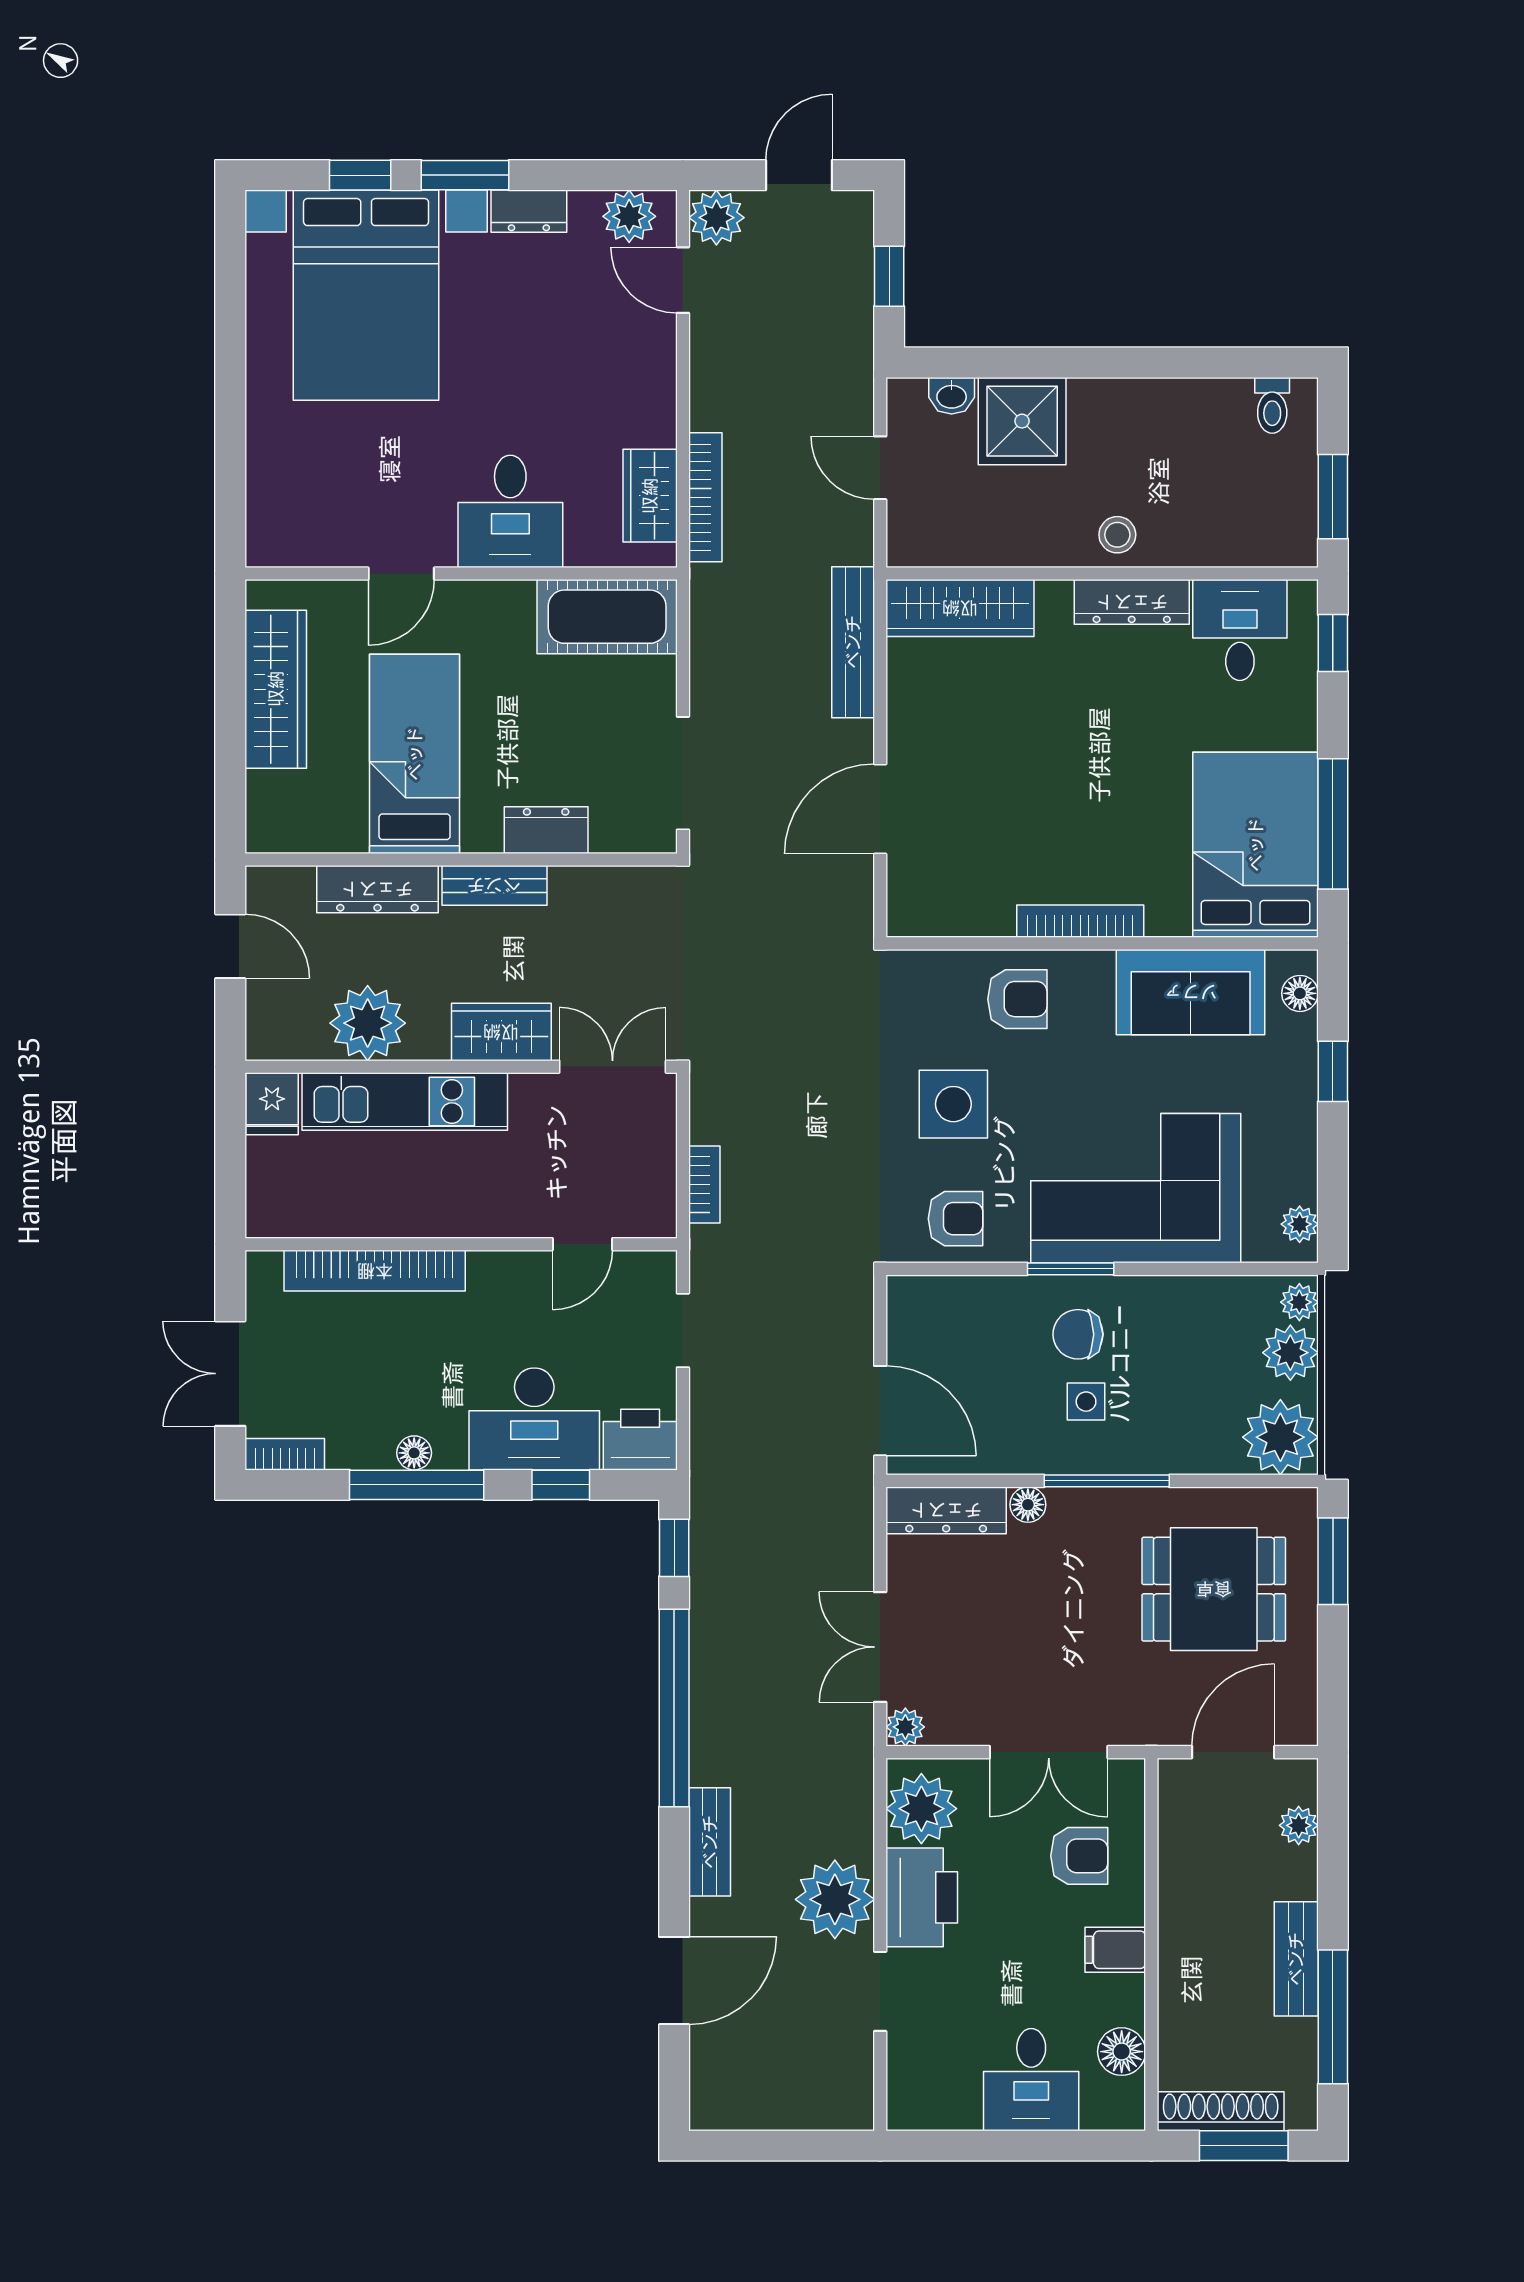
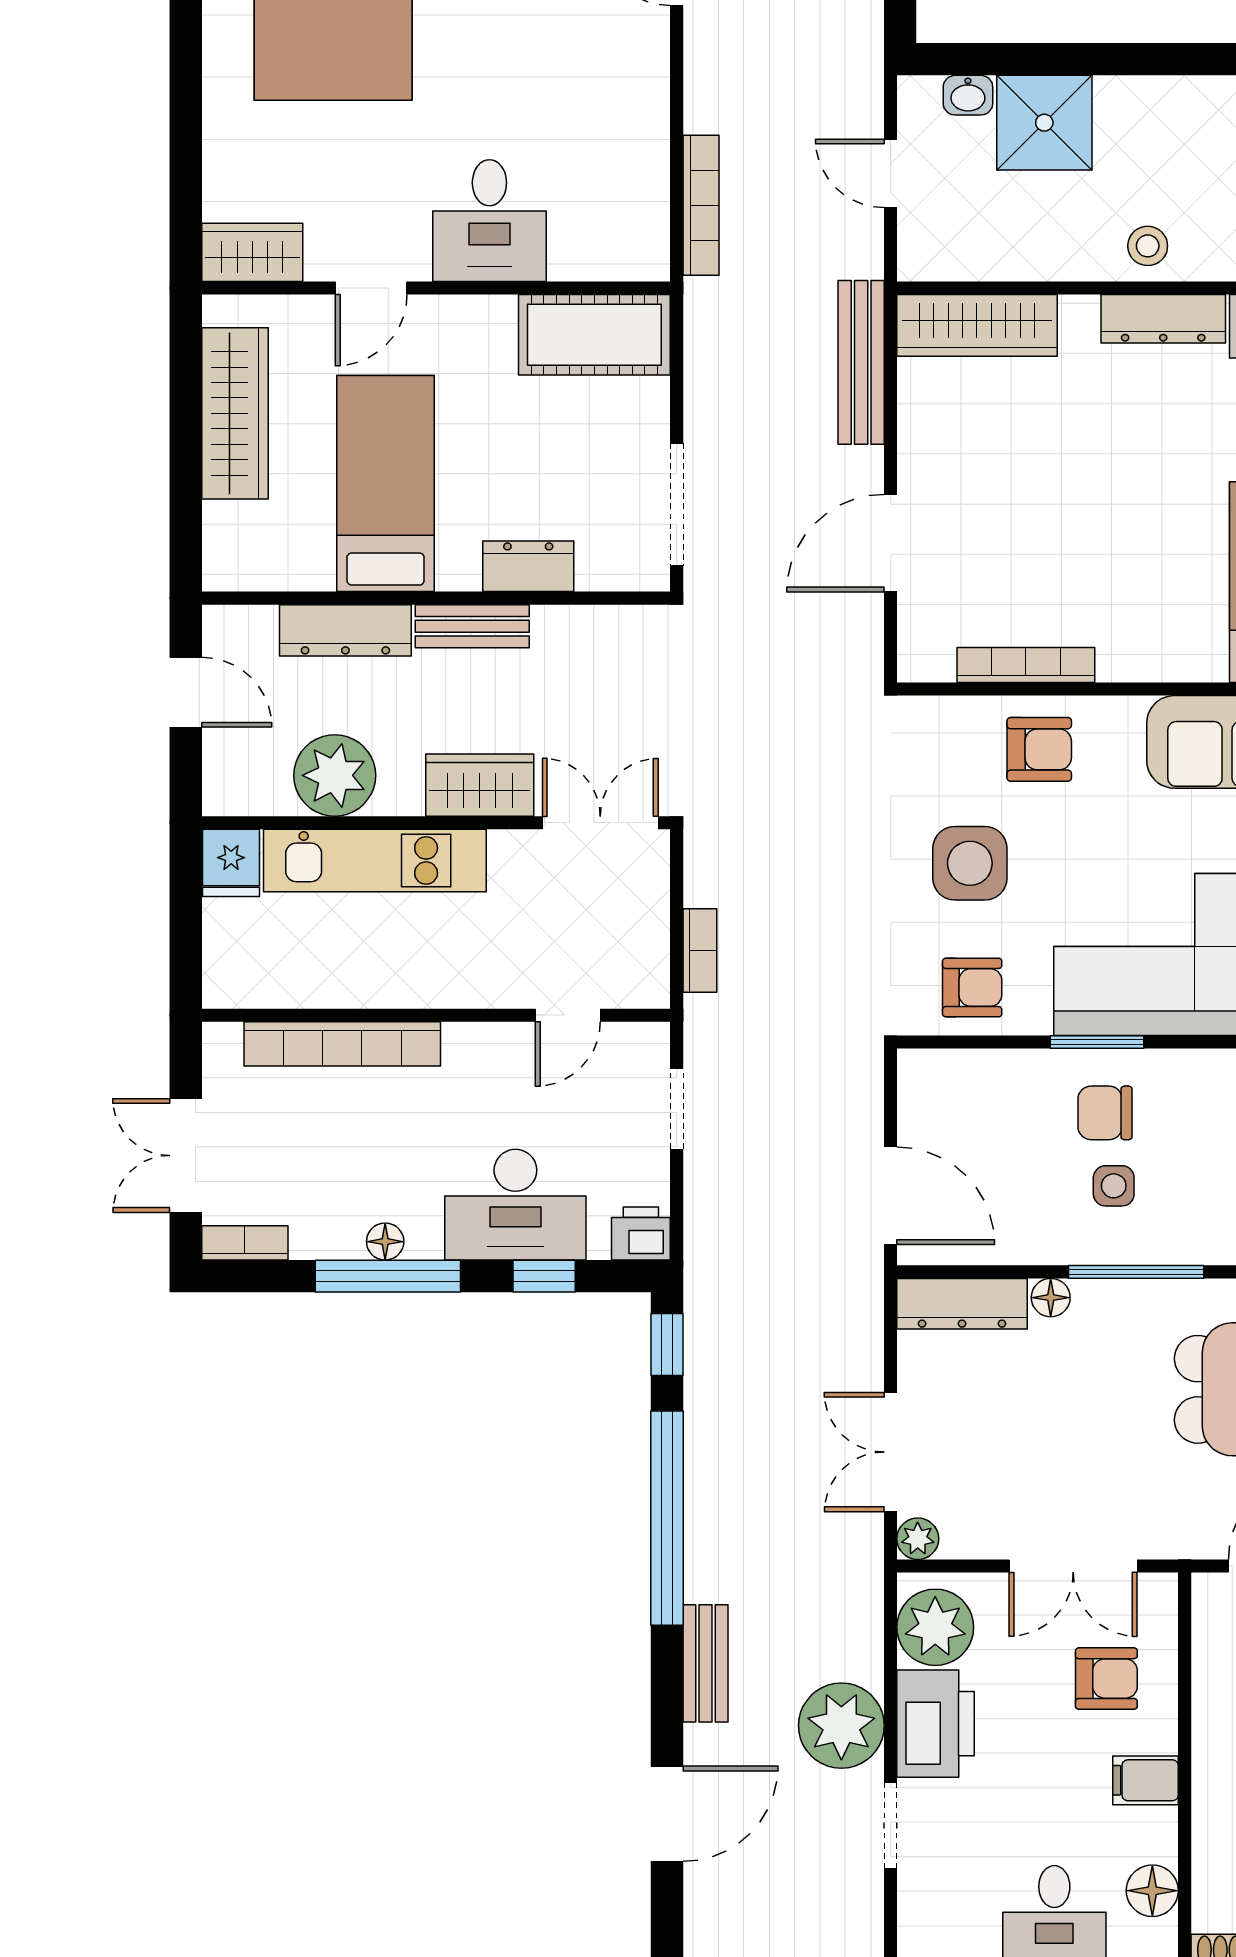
wardrobe: (650, 496) -> (252, 252), moved, turned 90
bookcase: (1080, 921) -> (1026, 665), moved
printer: (640, 1440) -> (641, 1233), width x0.73, depth x0.81

